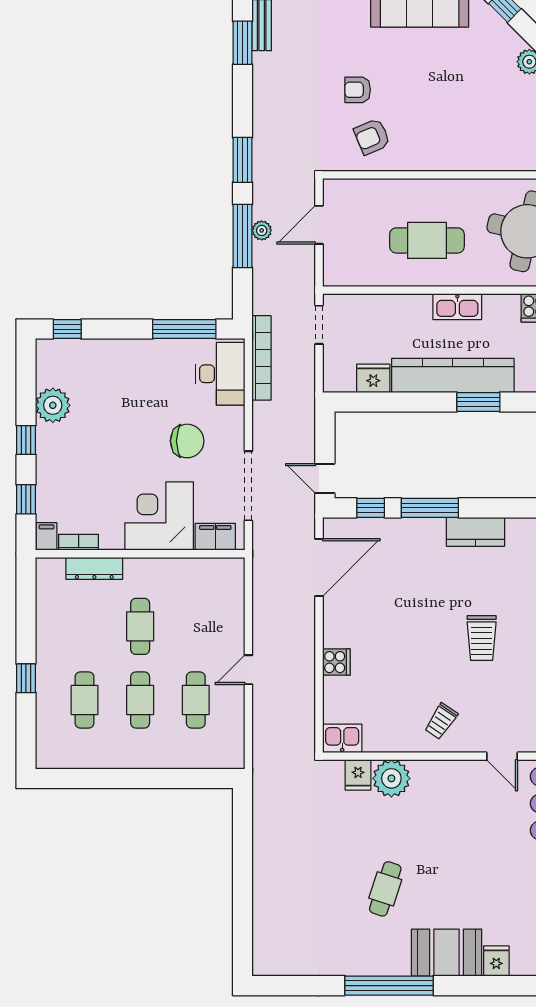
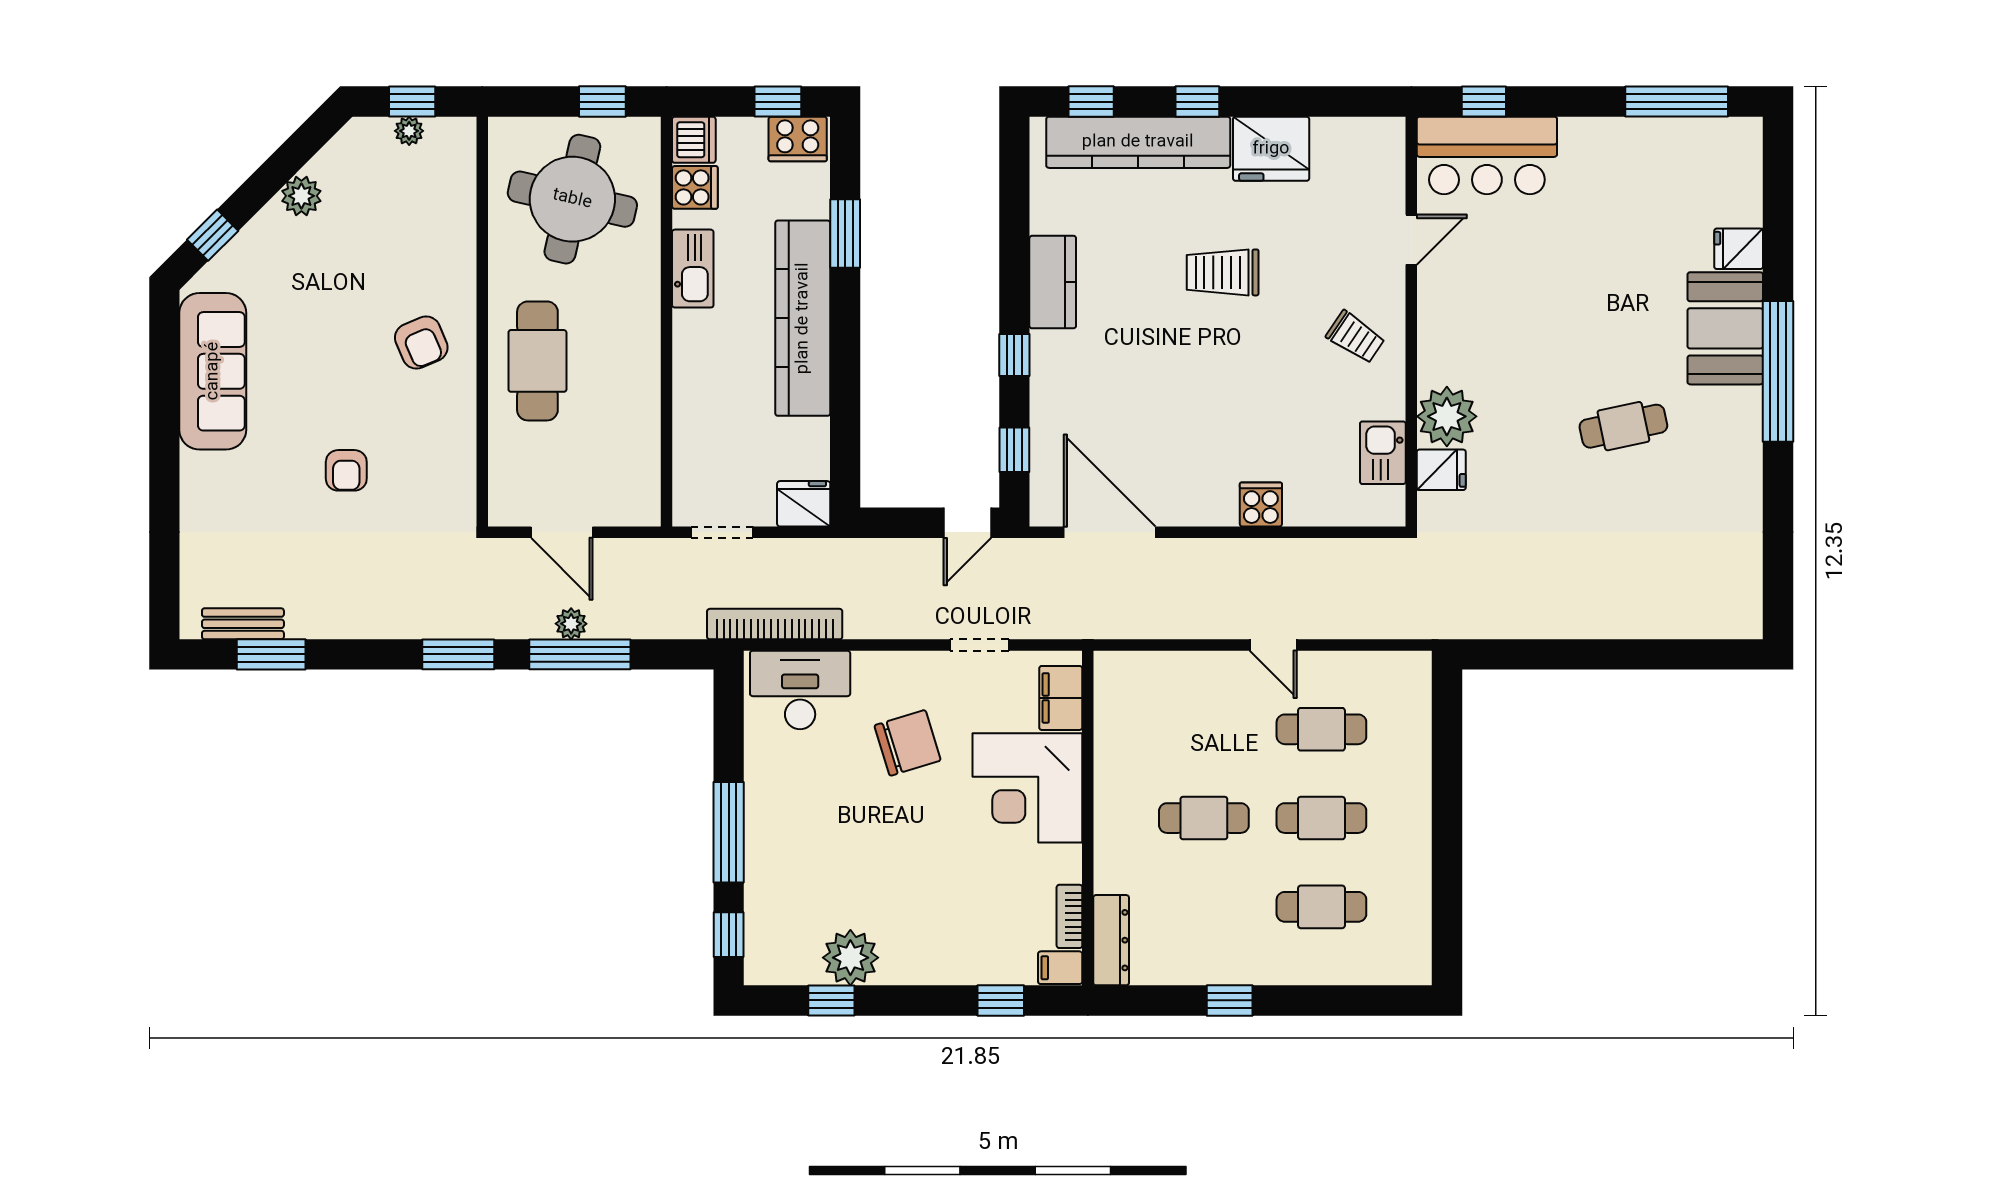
armchair: (372, 137) -> (421, 343), moved
cafe table: (427, 240) -> (537, 361), moved
kitchen sink: (457, 307) -> (693, 269), moved
window: (184, 329) -> (729, 832), moved
fridge: (373, 378) -> (804, 504), moved, turned 90
window: (478, 402) -> (845, 233), moved
window: (26, 440) -> (831, 1000), moved
chair: (187, 441) -> (908, 743), turned 73
doorway: (248, 486) -> (979, 645), width x0.53
window: (430, 508) -> (1014, 355), width x0.46
dresser: (94, 568) -> (1111, 940), moved
trolley: (482, 638) -> (1223, 272), turned 180
window: (26, 678) -> (1230, 1000), moved
kitchen sink: (342, 738) -> (1383, 453), moved
cafe table: (385, 889) -> (1623, 426), turned -30
window: (389, 986) -> (1778, 371), moved

